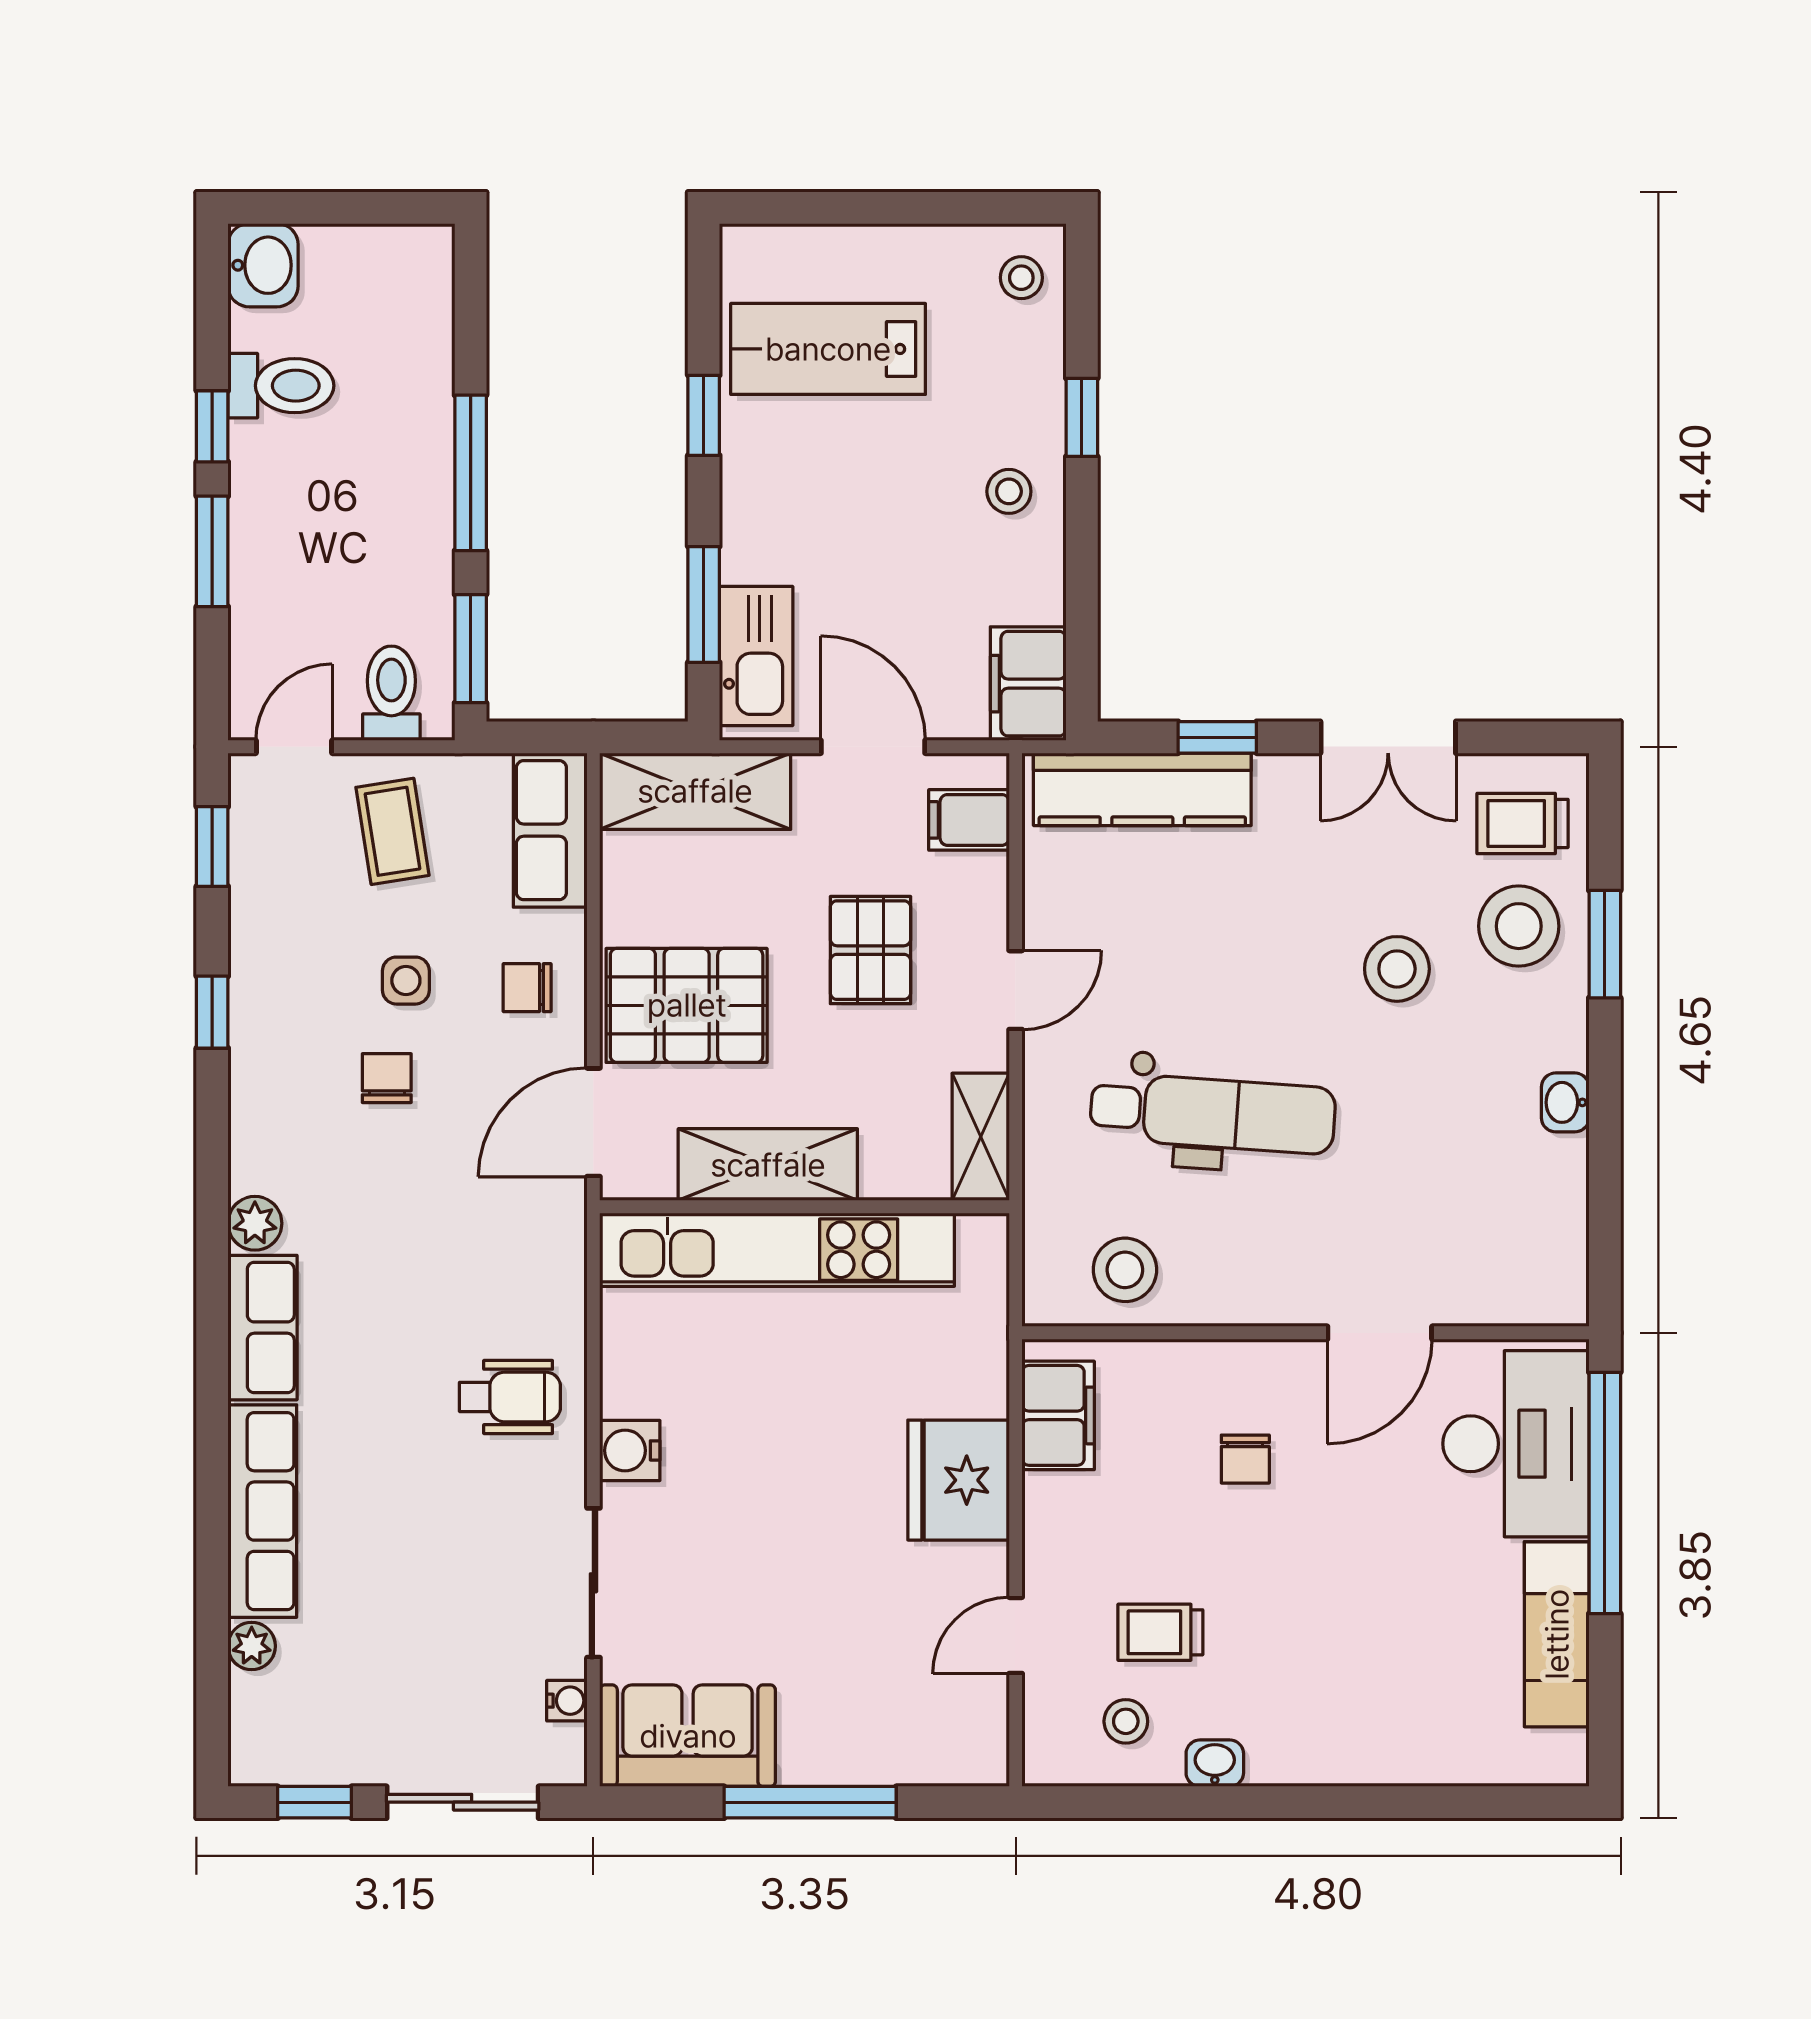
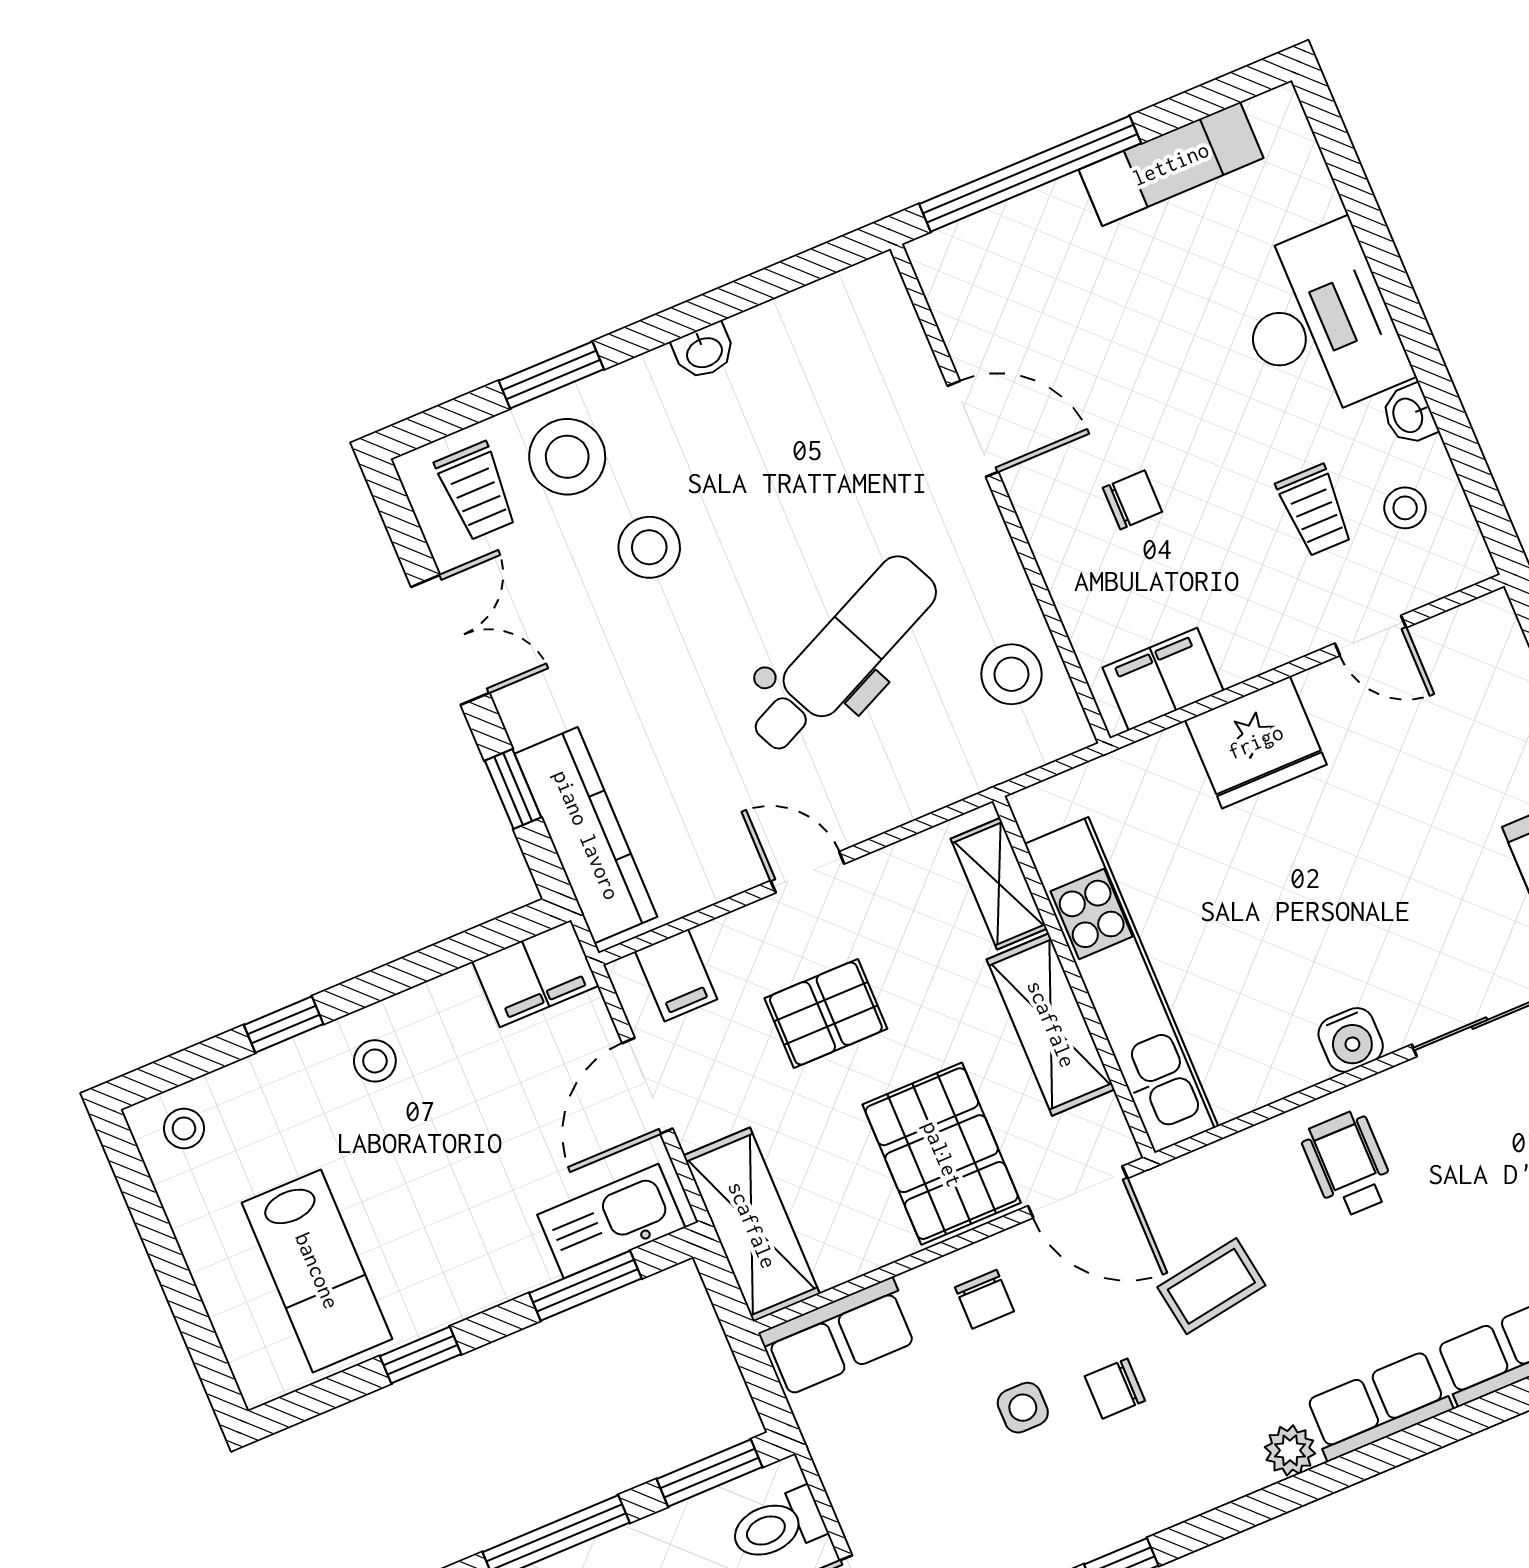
coffee table: (392, 831) -> (1211, 1286), moved
dental chair: (1213, 1113) -> (843, 655), turned 61
shelving: (981, 1137) -> (999, 884), moved, turned 90
desk: (1516, 1444) -> (1319, 322), moved, turned 90

